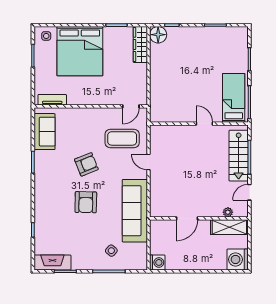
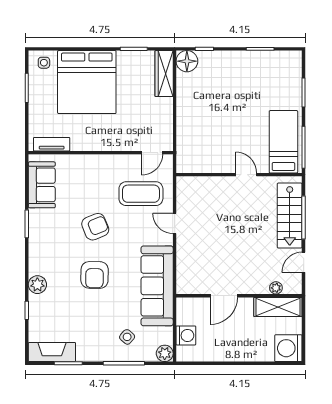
plant: (41, 210) -> (37, 285), added
washing machine: (157, 262) -> (186, 335), moved
plant: (141, 264) -> (165, 353), added

